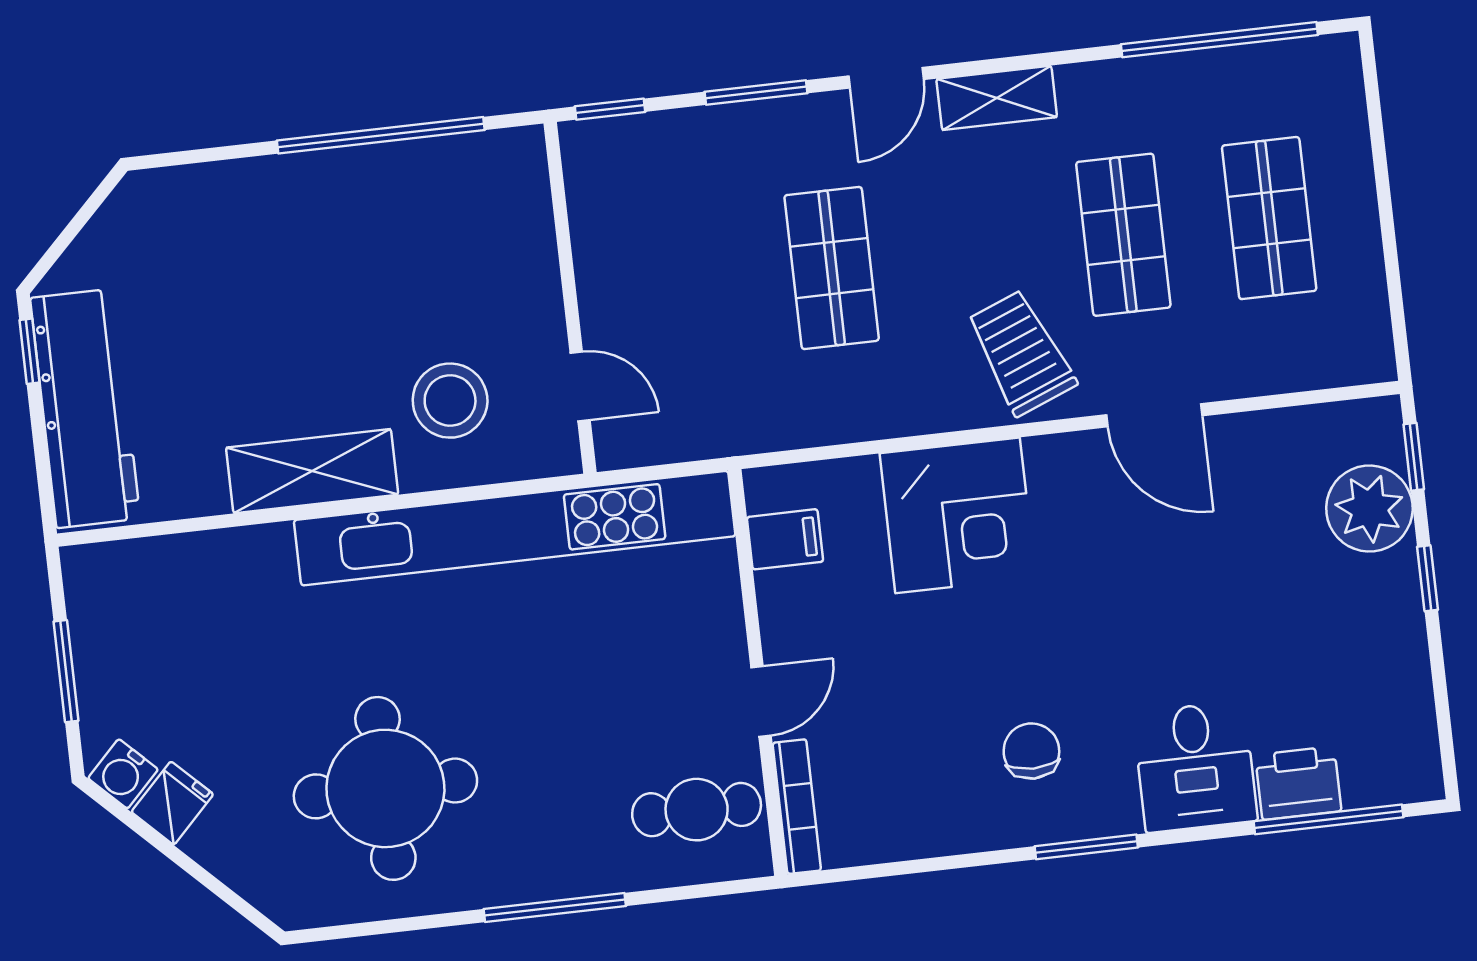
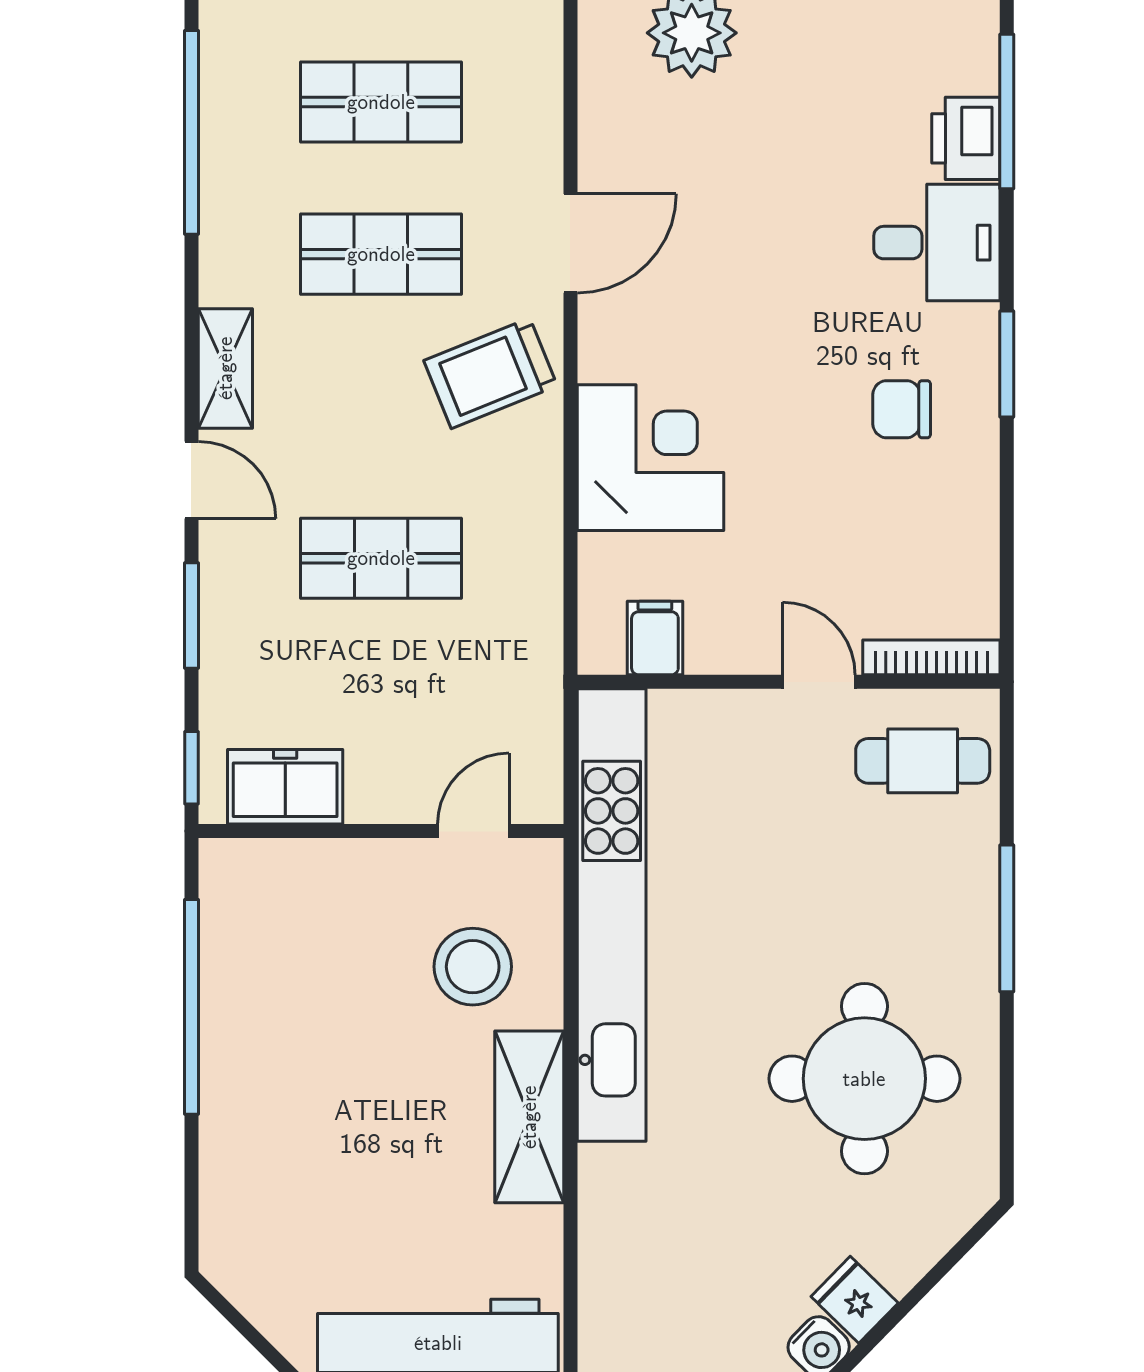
freezer: (602, 201) -> (285, 787), added
cafe table: (697, 810) -> (923, 761), turned 90

